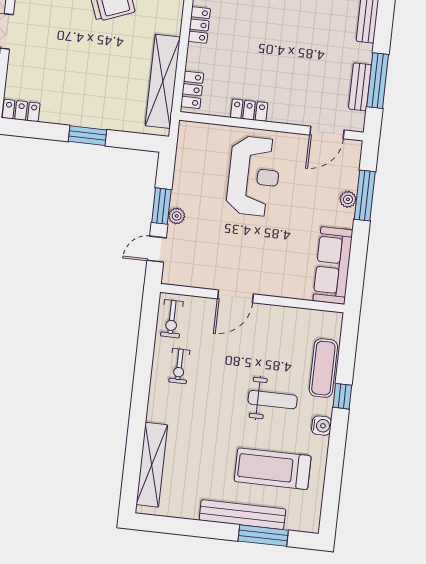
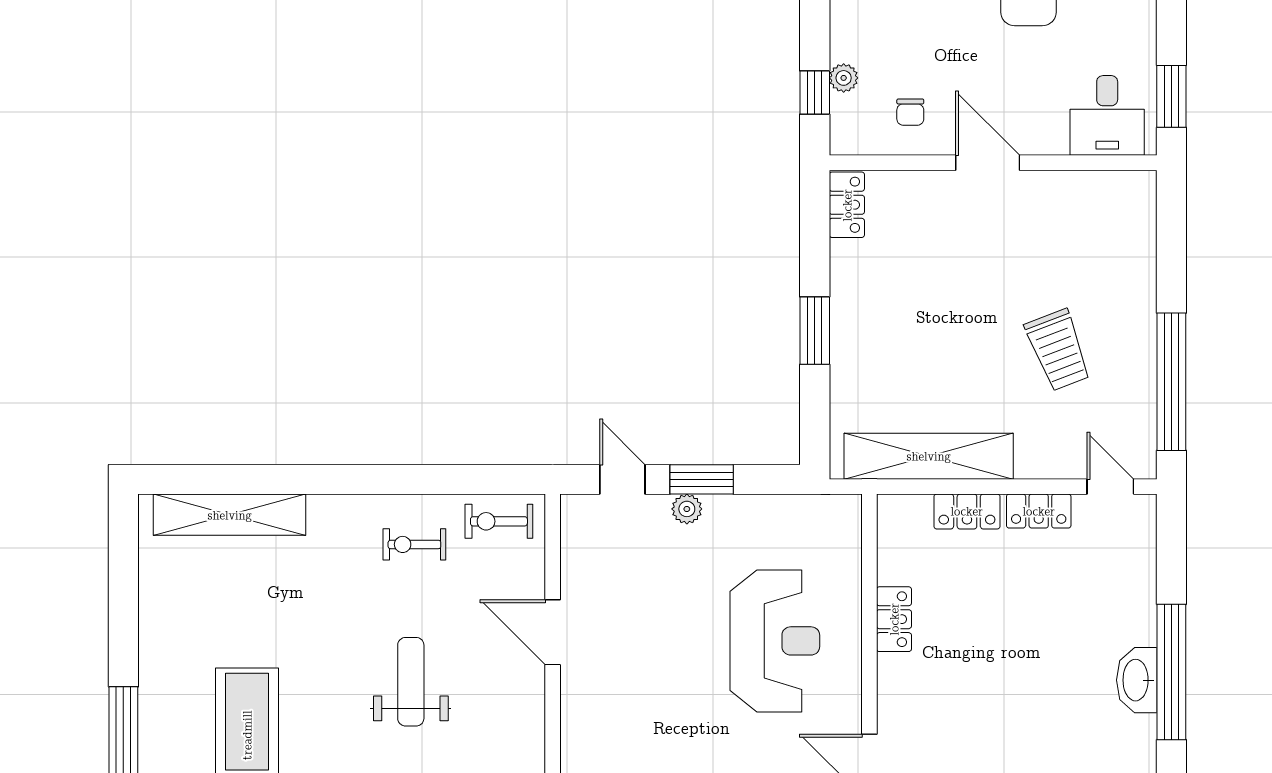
locker: (192, 90) -> (967, 511), moved
reception desk: (254, 176) -> (775, 641), turned -90
weight bench: (273, 400) -> (411, 682), moved, turned 180
bench: (242, 515) -> (157, 690), removed

